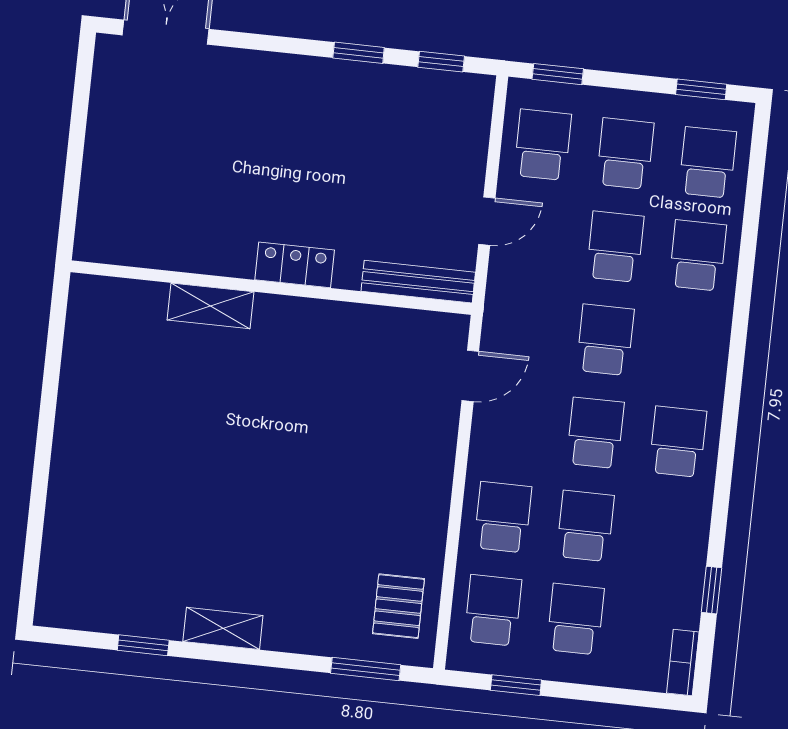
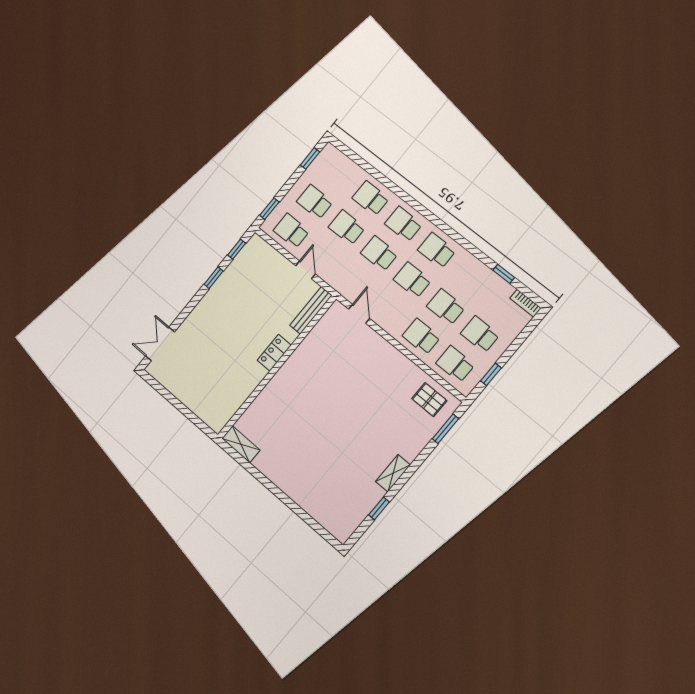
school desk: (708, 162) -> (403, 224), moved
shelving: (210, 306) -> (241, 444), moved, turned 90

